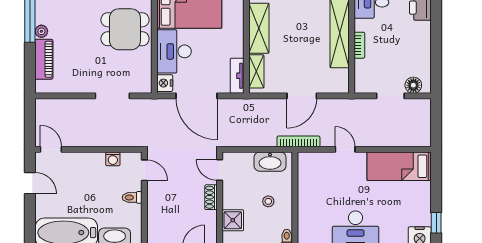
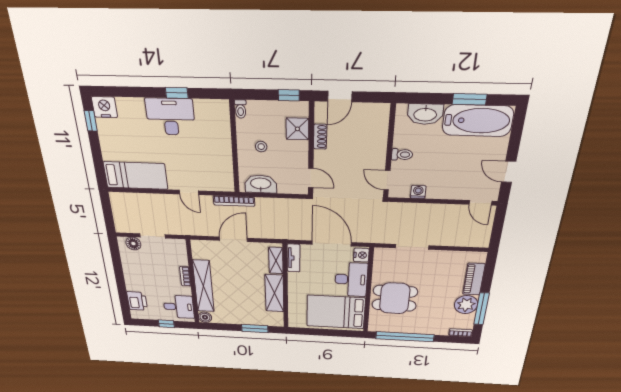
plant: (41, 31) -> (466, 305), width x1.88, depth x1.88
shoe rack: (211, 197) -> (320, 137), moved

